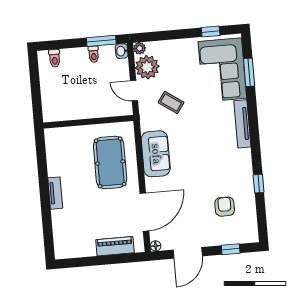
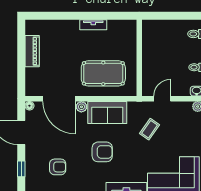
plant: (147, 67) -> (81, 107), moved, width x0.53, depth x0.53
armchair: (203, 156) -> (102, 152), added
tv unit: (55, 193) -> (93, 25), moved
piano: (115, 246) -> (32, 51), moved

